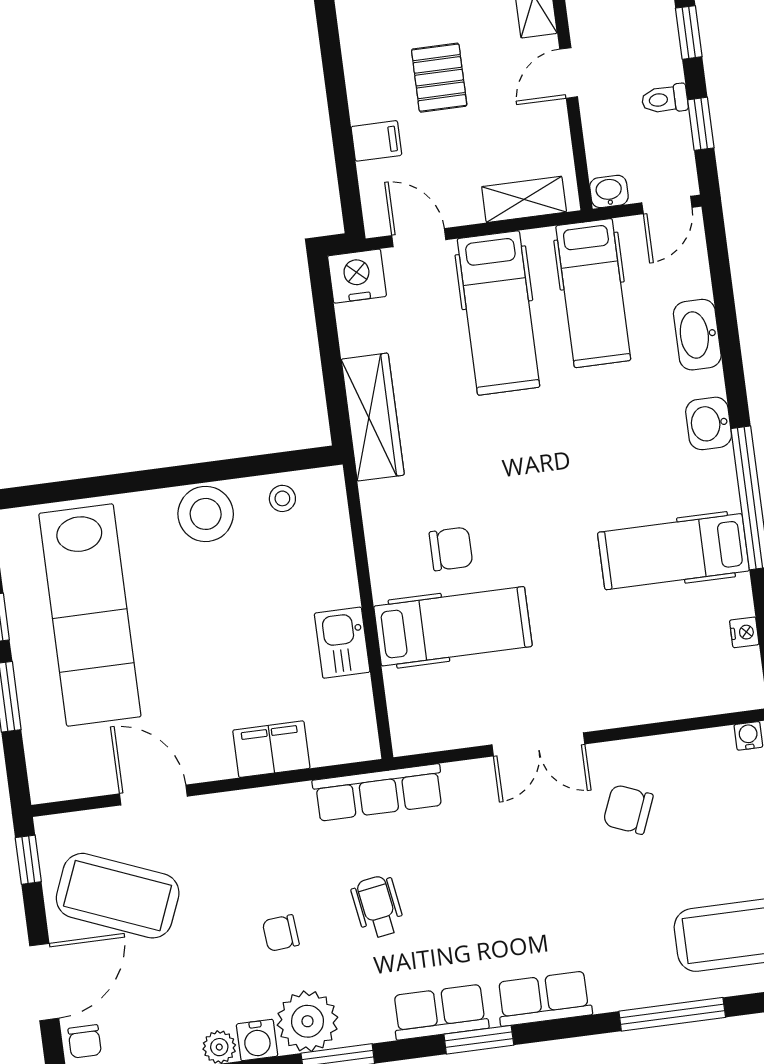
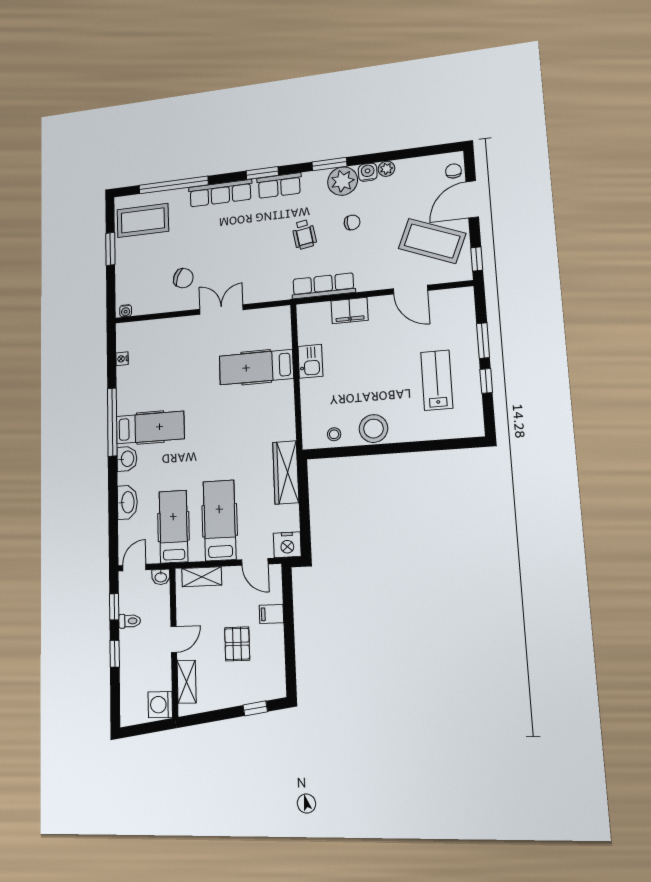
chair: (451, 549) -> (254, 405), removed
hospital bed: (673, 552) -> (150, 427), moved
lab bench: (90, 615) -> (437, 380), width x0.54, depth x0.72
row of seats: (378, 793) -> (323, 286), moved
row of seats: (544, 999) -> (220, 193), width x1.48
window: (672, 1014) -> (173, 185), width x1.46

